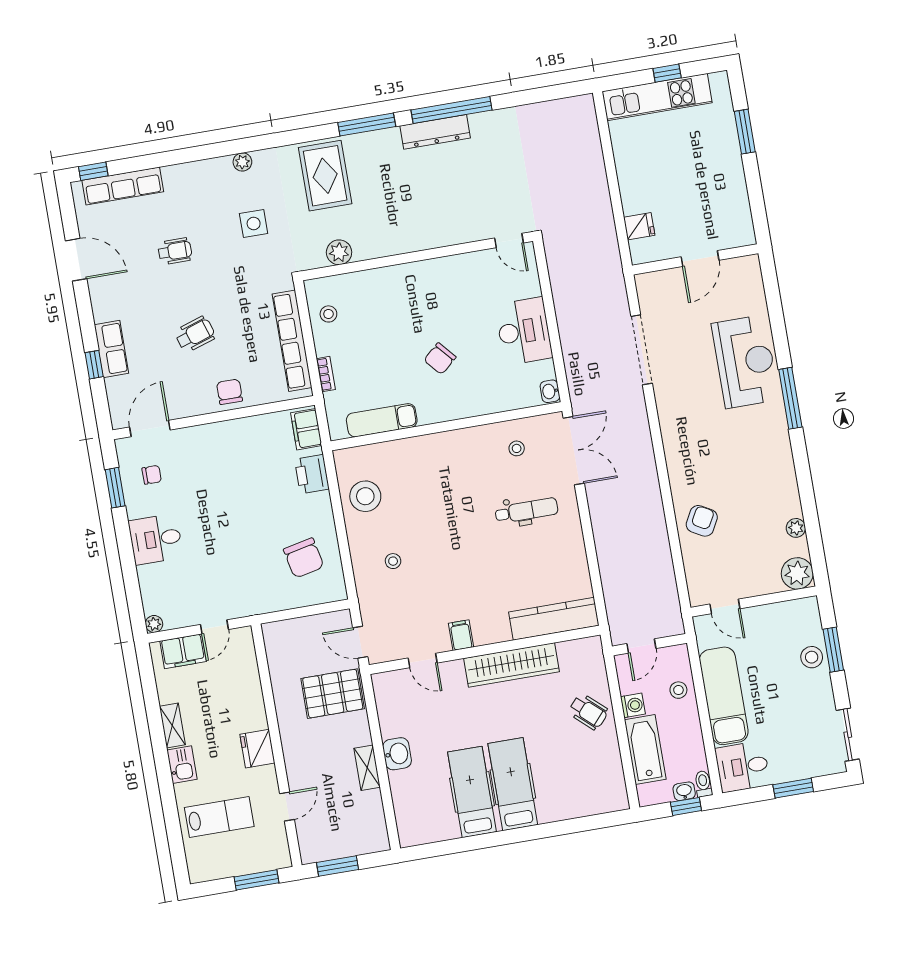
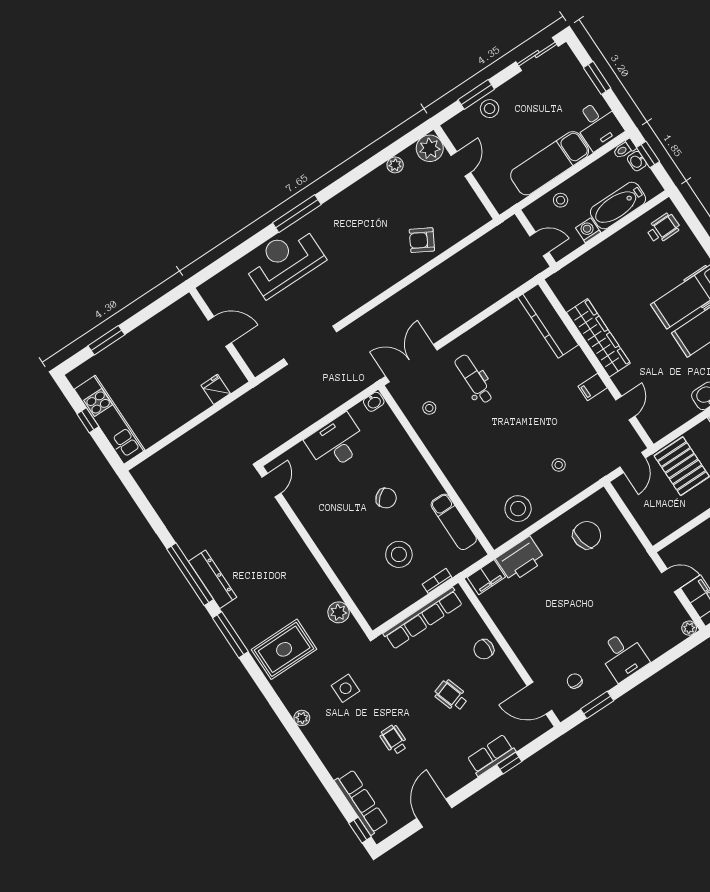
stool: (328, 314) -> (399, 554), moved, width x1.89, depth x1.89
printer: (312, 474) -> (521, 559), width x1.37, depth x1.19
door: (725, 606) -> (461, 164), moved
wheelchair: (588, 712) -> (663, 228), moved, turned 47

